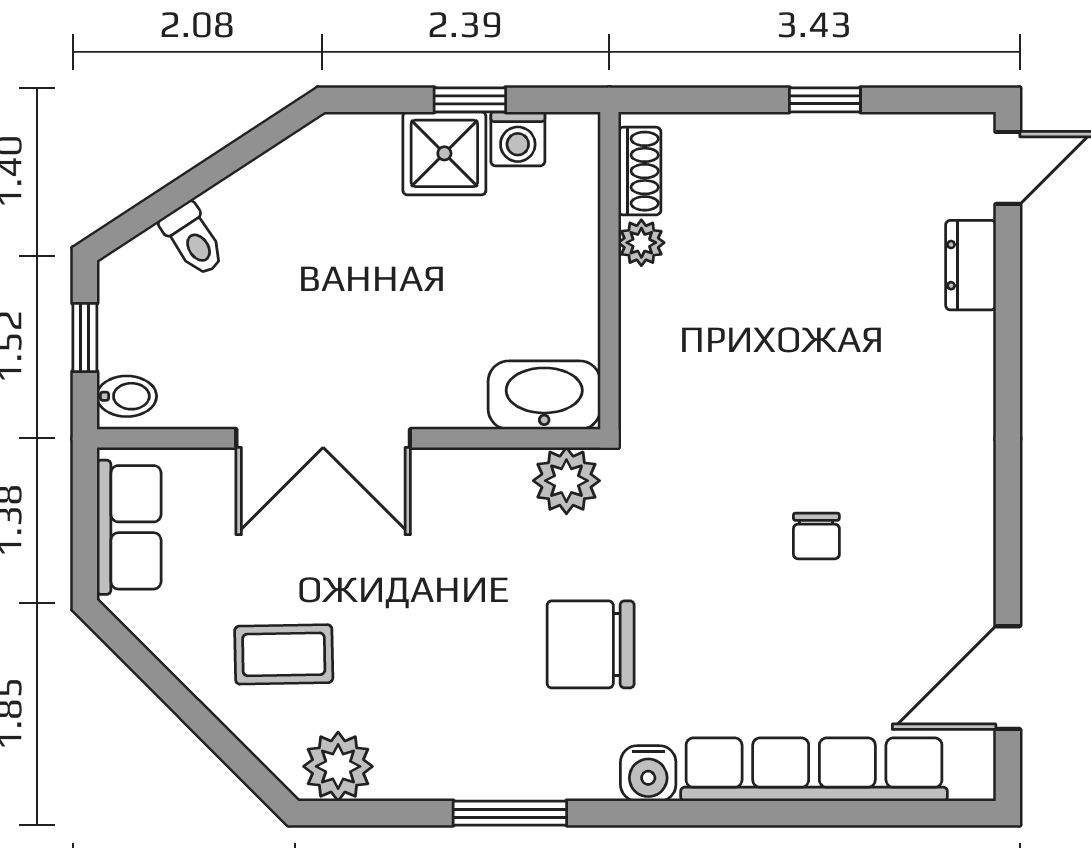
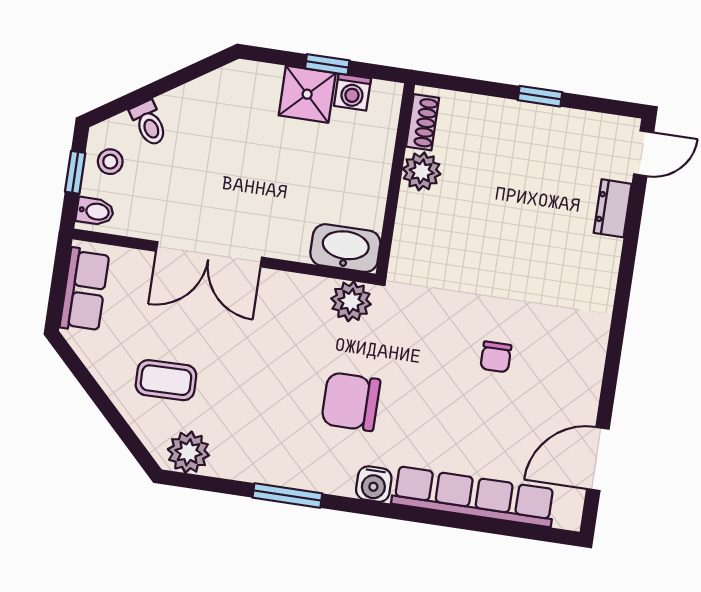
plant: (641, 243) -> (422, 171), width x1.38, depth x1.38
stool: (139, 311) -> (110, 162), added

